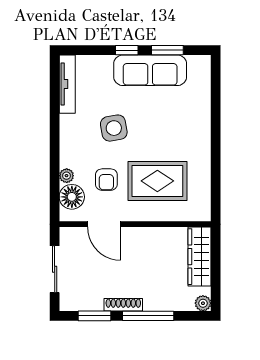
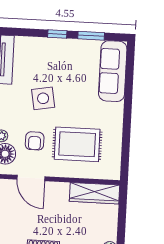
sofa: (150, 70) -> (113, 71), moved, turned 90
wardrobe: (199, 257) -> (95, 193), moved, turned -90

